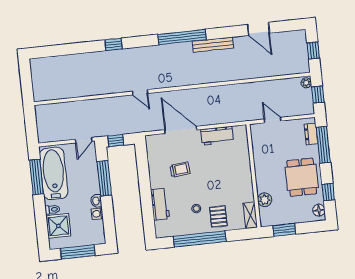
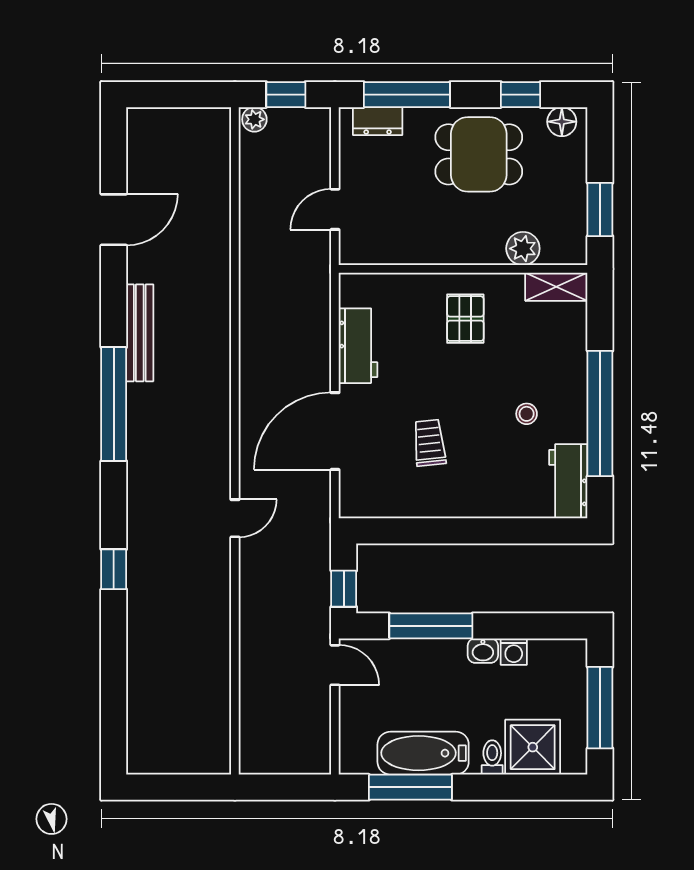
window: (313, 51) -> (179, 95), removed
bathtub: (54, 173) -> (423, 753), width x0.73, depth x0.73
workbench: (160, 204) -> (568, 481), moved, turned -90
pallet: (218, 217) -> (465, 319), moved, turned 90

